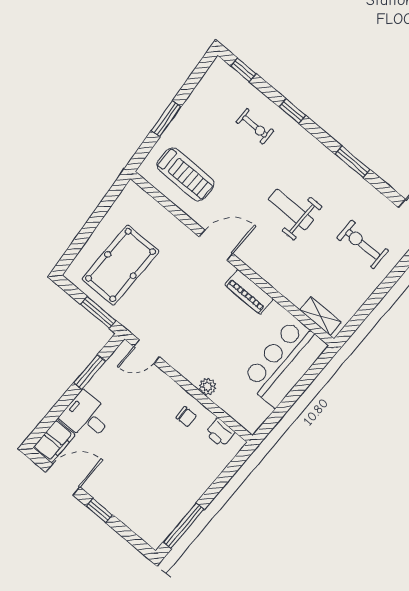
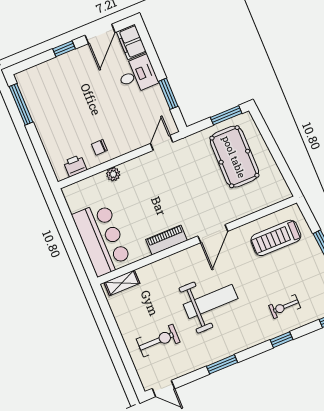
weight bench: (291, 209) -> (211, 302), width x1.36, depth x1.33
window: (98, 313) -> (226, 115), moved

